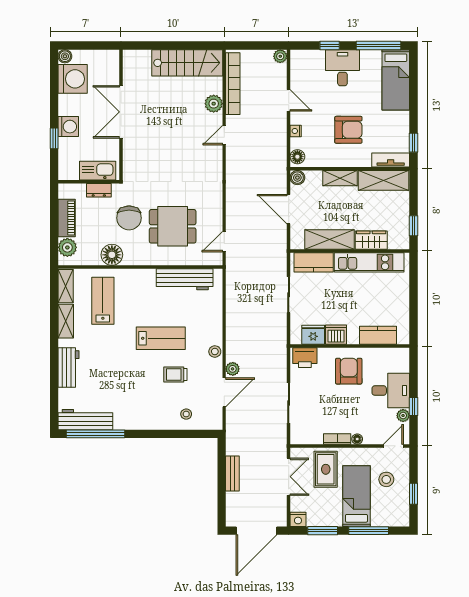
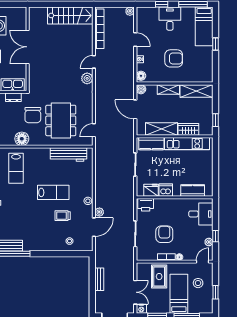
plant: (214, 104) -> (87, 78), moved
window: (413, 143) -> (215, 44), moved
tv unit: (391, 160) -> (201, 78), removed
dining table: (173, 226) -> (61, 120), width x1.38
lab bench: (103, 301) -> (16, 168), turned 180
armchair: (349, 371) -> (164, 234), moved
desk: (391, 391) -> (201, 214), moved
double door: (289, 477) -> (135, 292), moved

